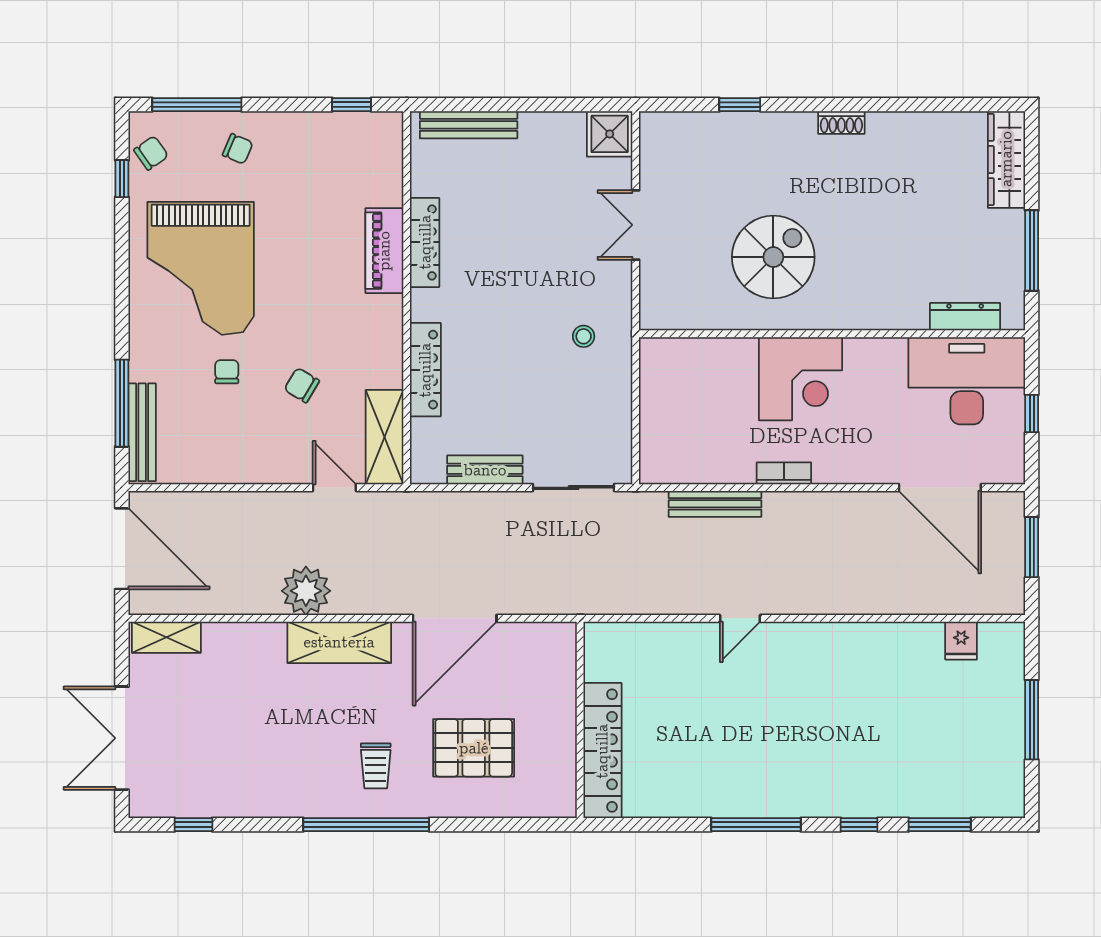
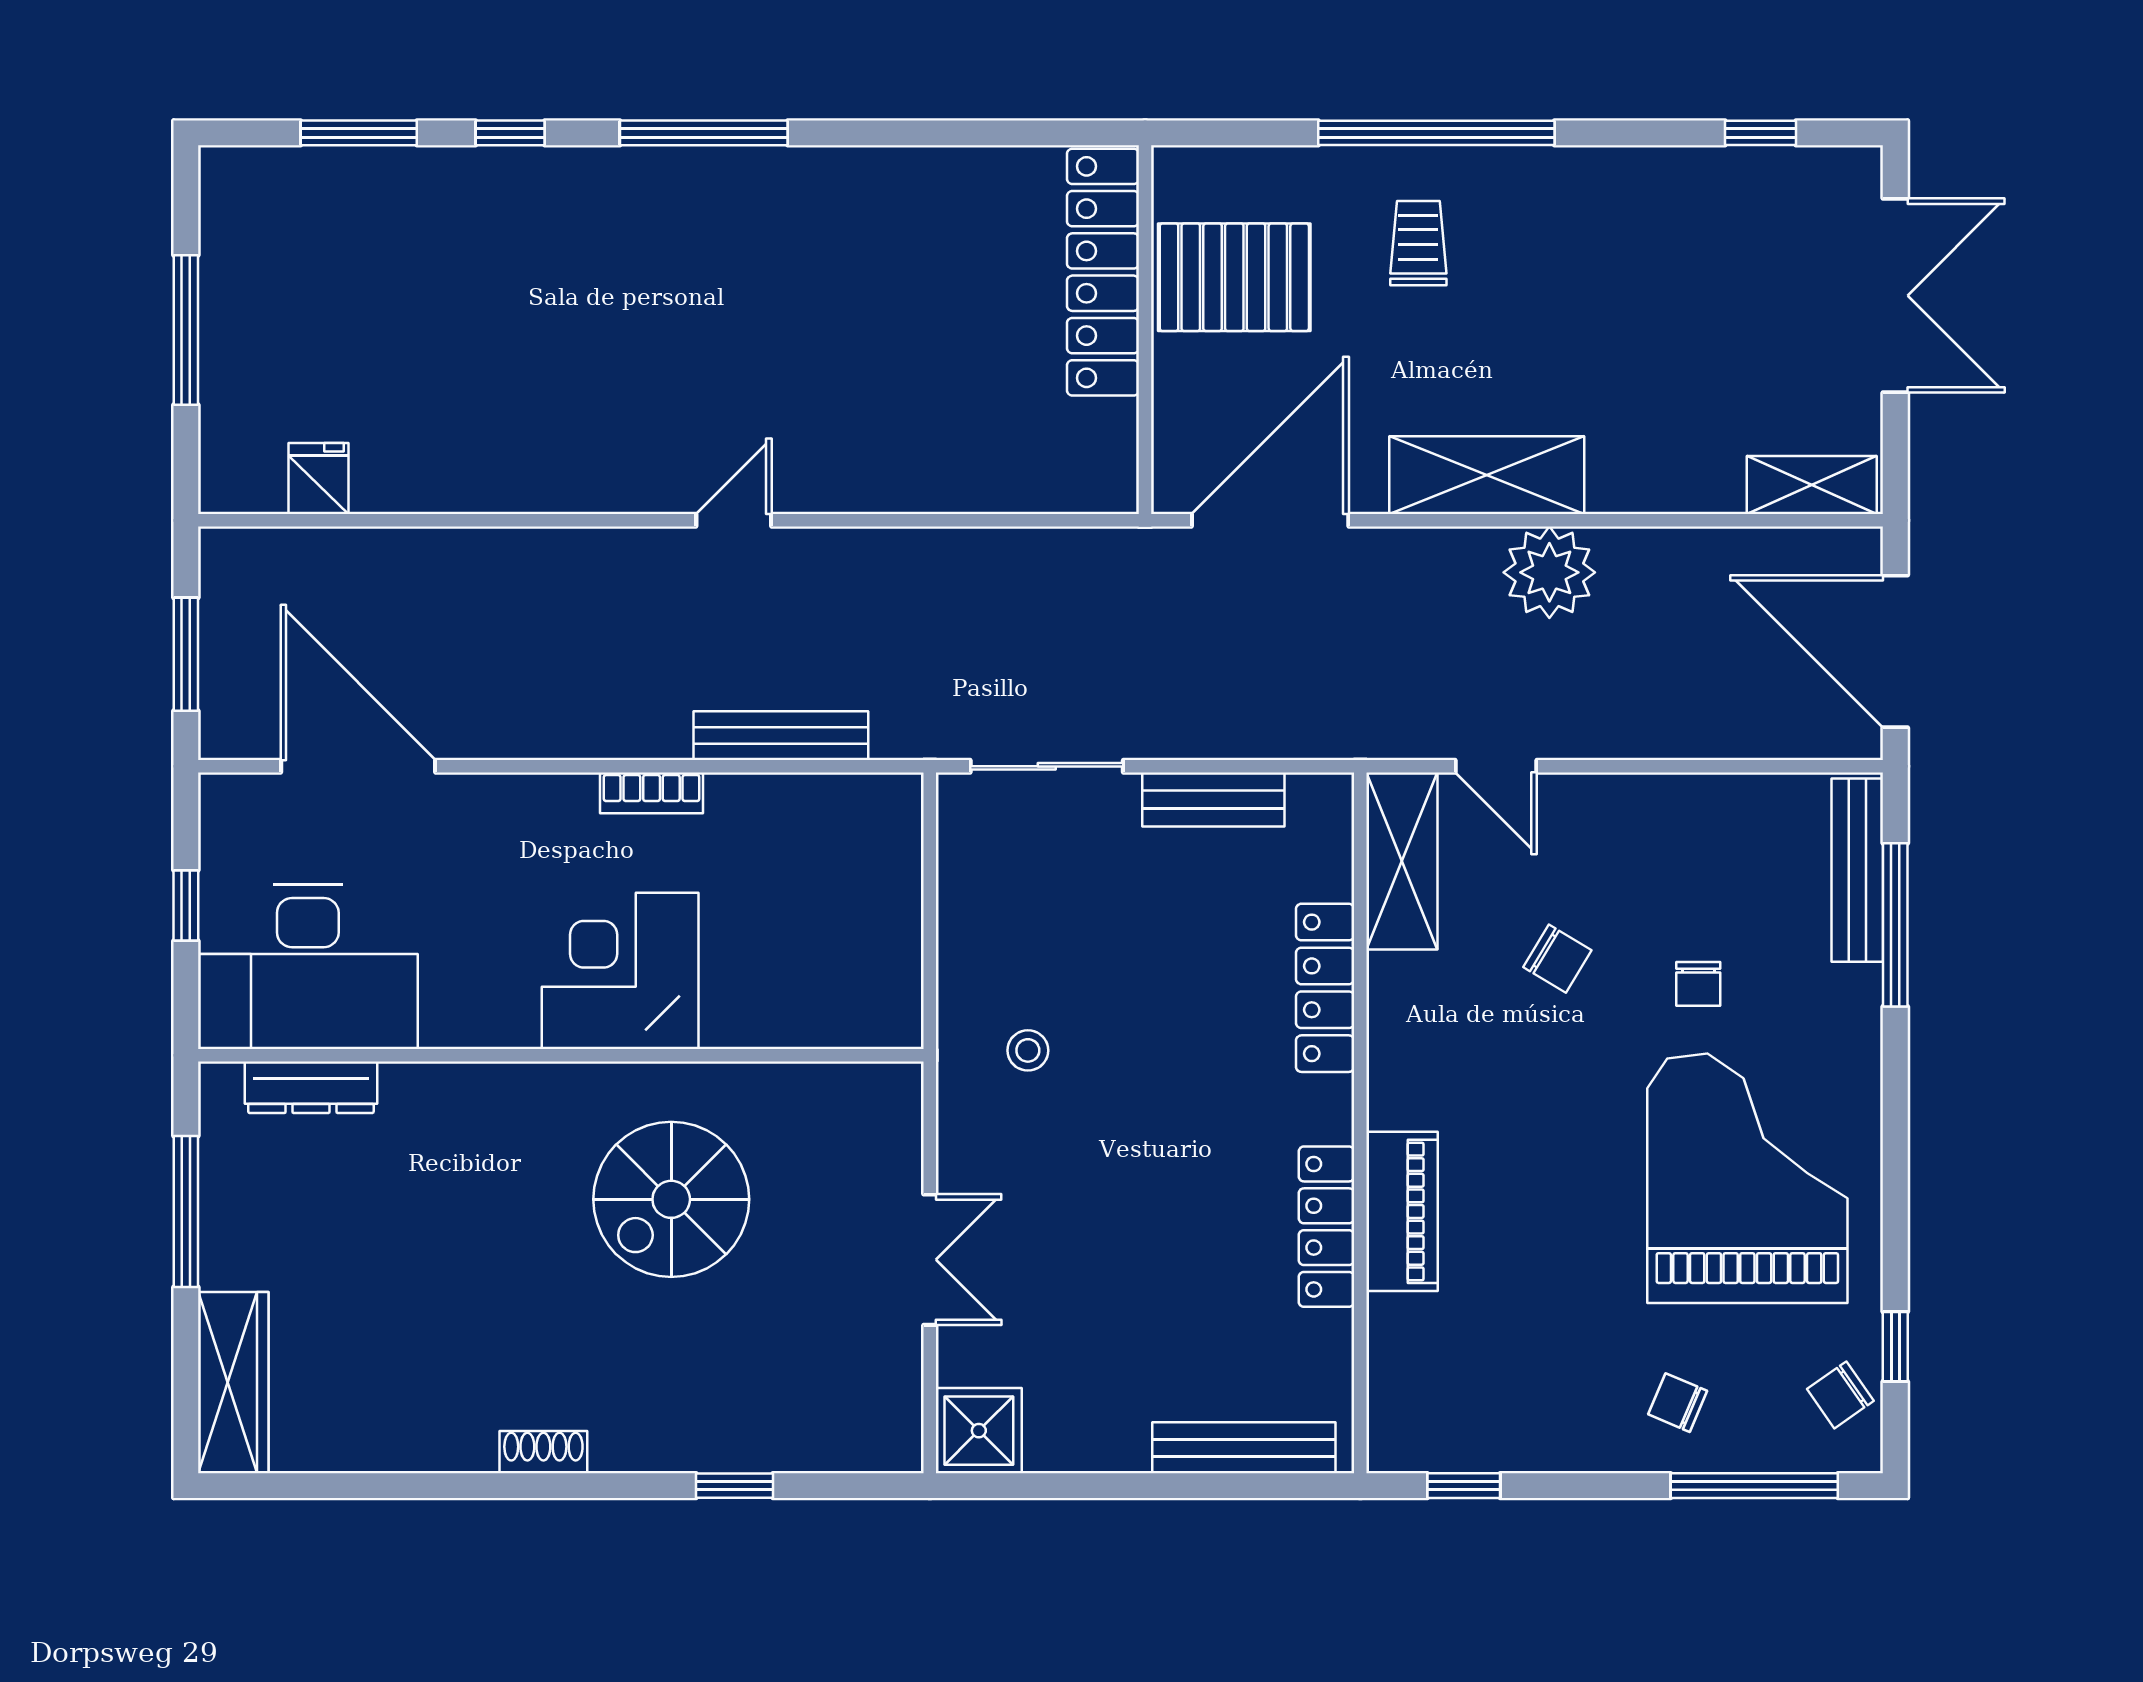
wall: (580, 720) -> (1145, 330), moved
locker: (602, 751) -> (1103, 272), moved

